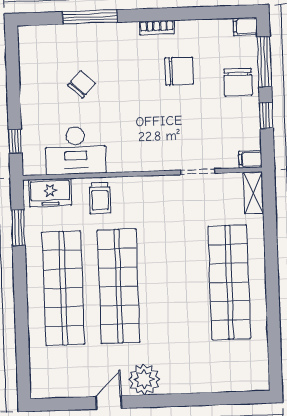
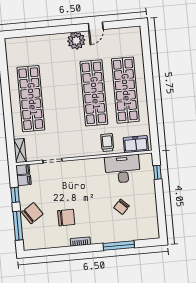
filing cabinet: (245, 27) -> (24, 180), moved
chair: (179, 71) -> (66, 218), turned 180
chair: (238, 82) -> (32, 213), turned 56
window: (18, 228) -> (153, 123), removed

